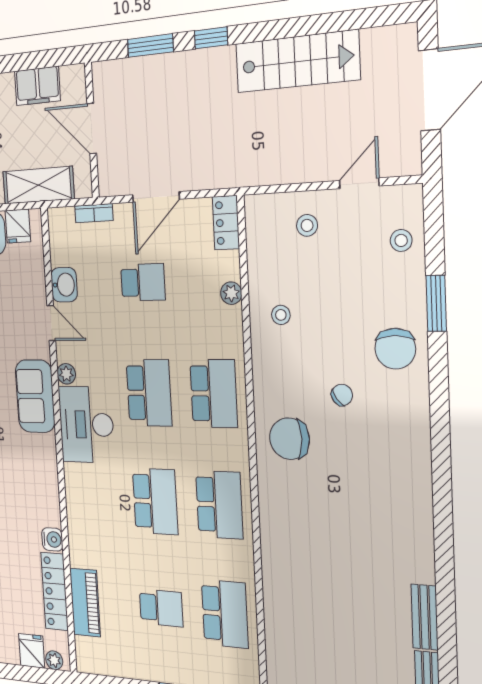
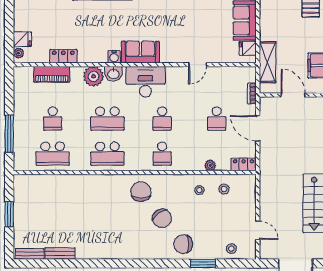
door: (92, 129) -> (293, 95), hinge flipped
stool: (307, 225) -> (224, 189), moved
washbasin: (64, 285) -> (113, 74), moved
plant: (66, 374) -> (94, 76), moved, width x1.88, depth x1.88
school desk: (149, 393) -> (162, 119), width x0.54
school desk: (214, 393) -> (162, 154), width x0.54
chair: (342, 395) -> (162, 218), width x1.87, depth x1.87
sofa: (35, 396) -> (140, 52), moved
water cooler: (52, 539) -> (114, 57), moved
locker: (55, 591) -> (63, 56), width x0.66

